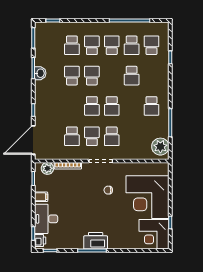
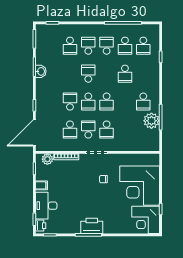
school desk: (151, 45) -> (143, 46), turned 180
school desk: (72, 76) -> (70, 102), moved
plant: (160, 147) -> (151, 121), moved

